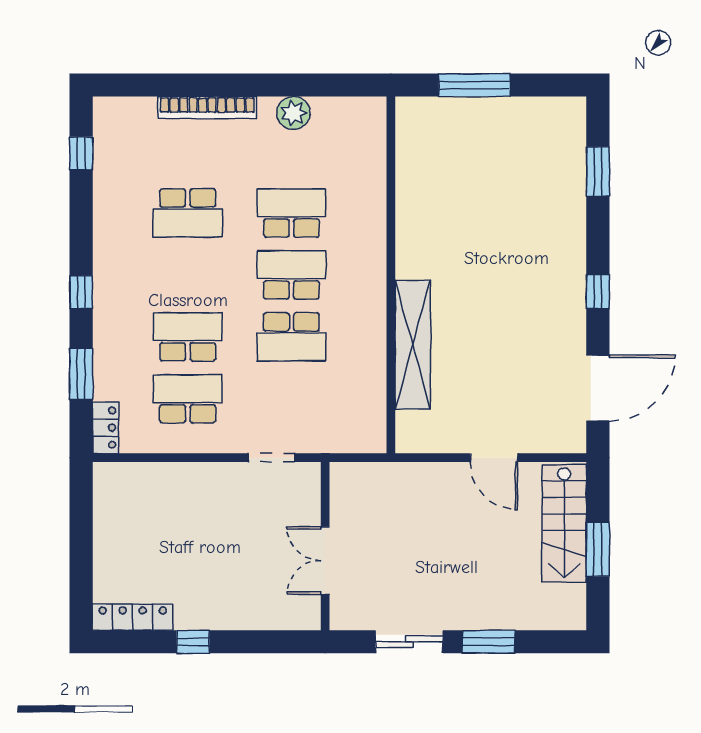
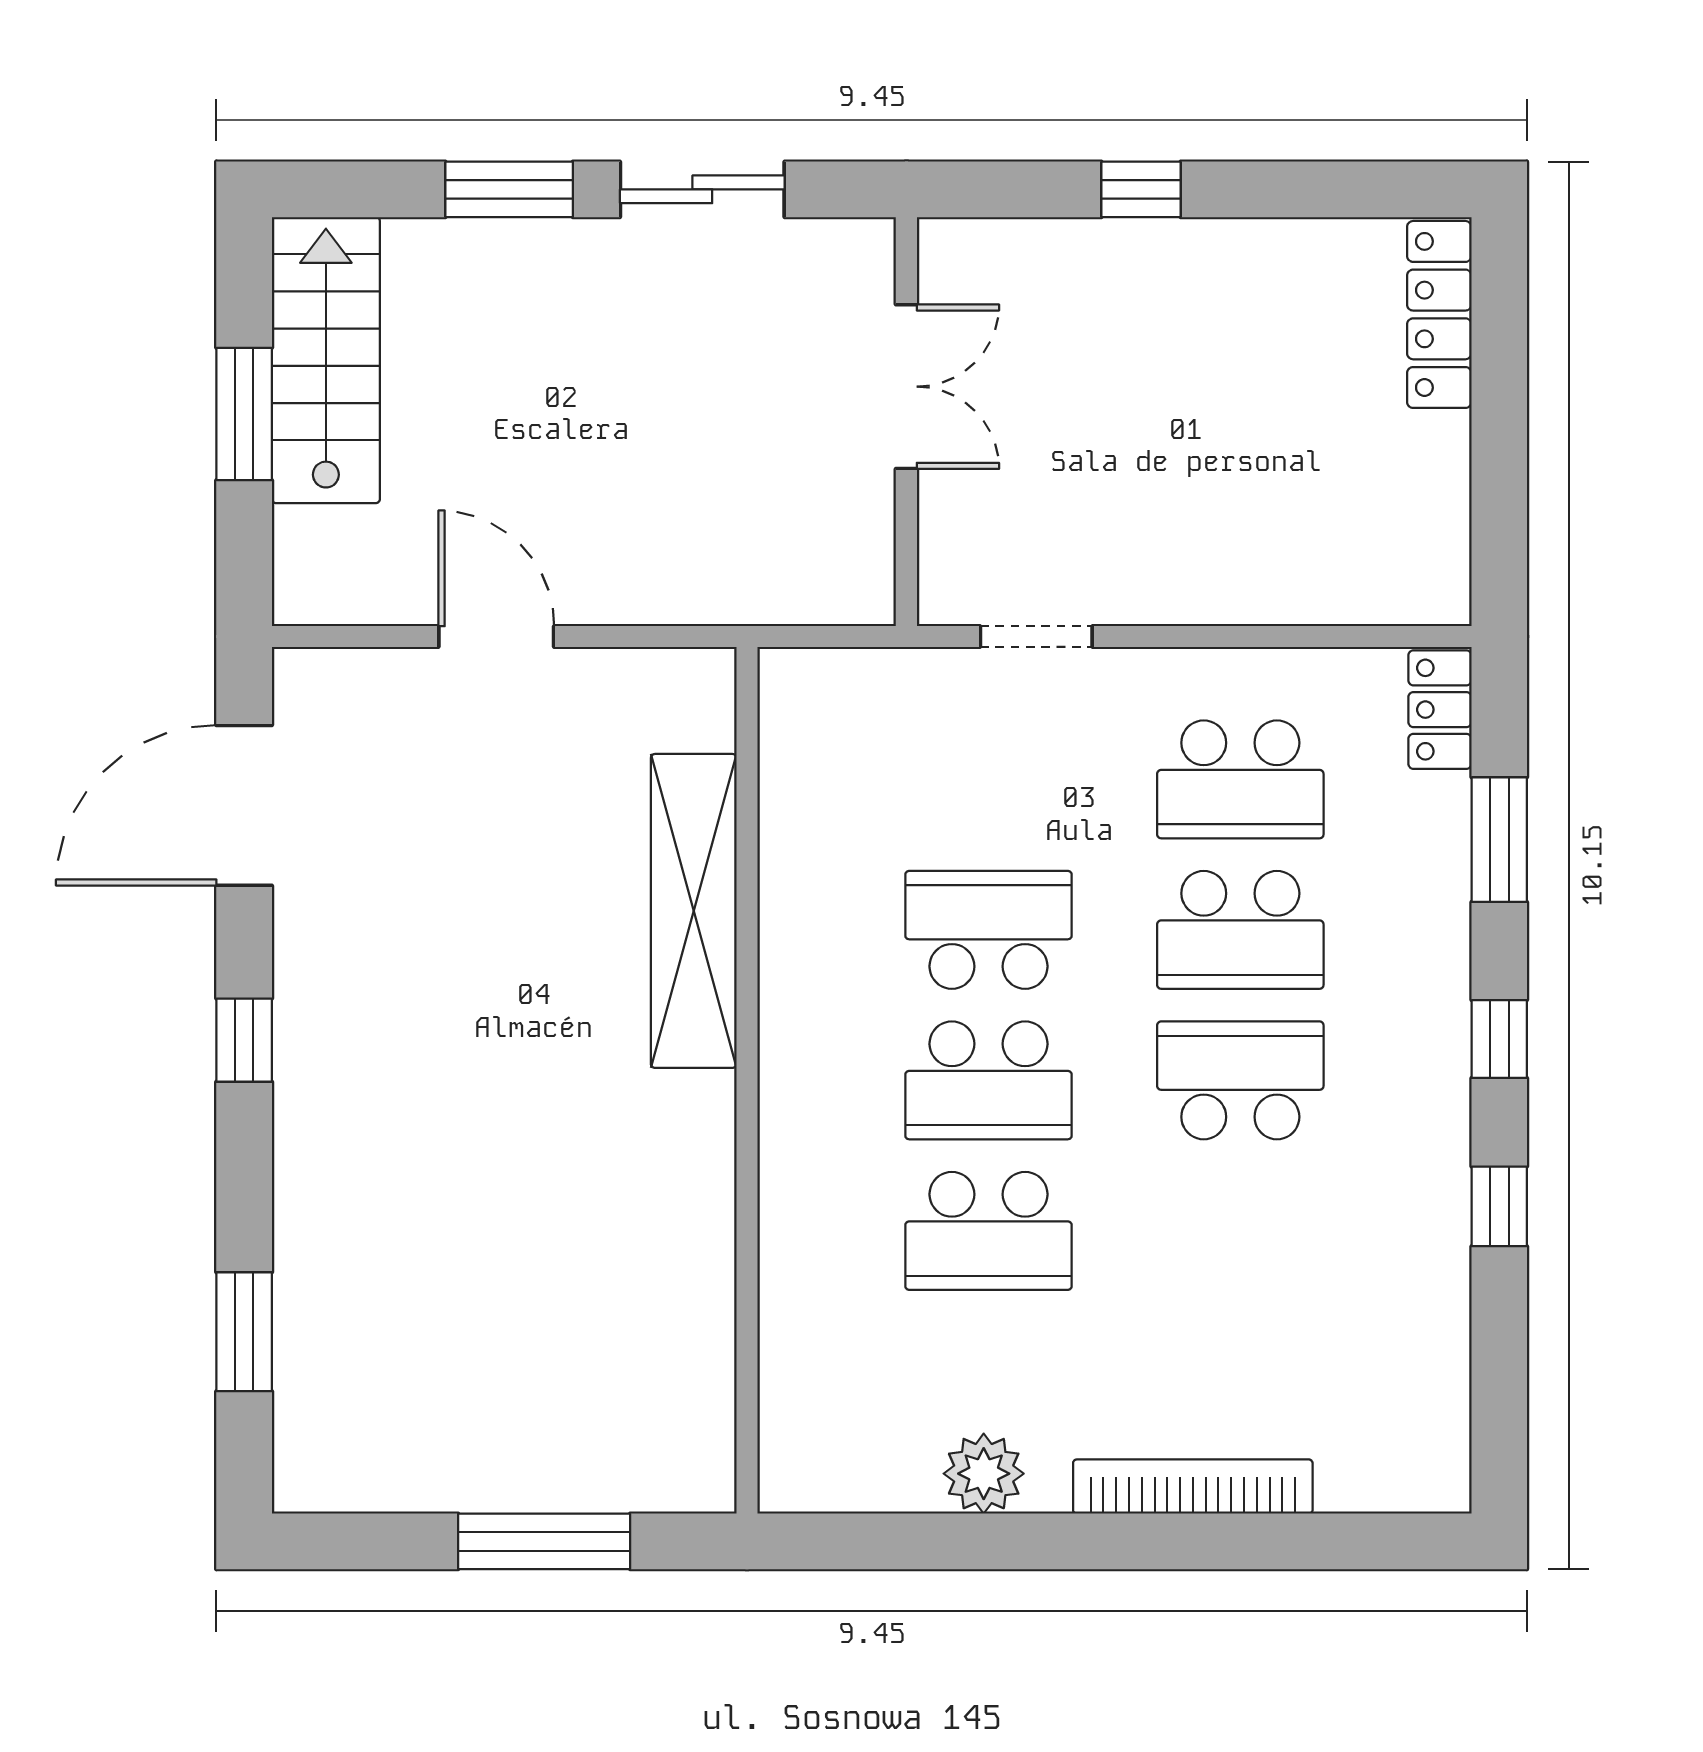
window: (81, 153) -> (1499, 1206), moved
school desk: (188, 213) -> (1240, 1080), moved
stairs: (564, 523) -> (326, 360), moved
locker: (133, 617) -> (1439, 314), moved, turned 90
window: (193, 642) -> (1141, 189), moved

